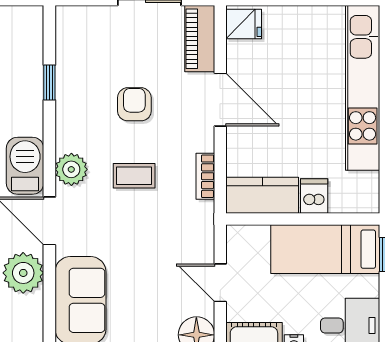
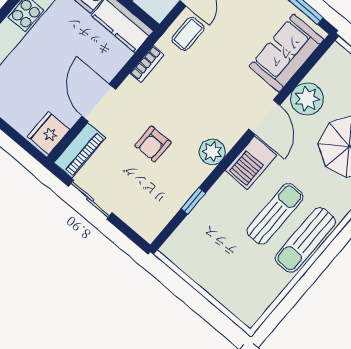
fridge: (244, 24) -> (49, 133), width x1.38
plant: (71, 169) -> (212, 152), moved
coffee table: (134, 176) -> (188, 34), moved, turned 90

